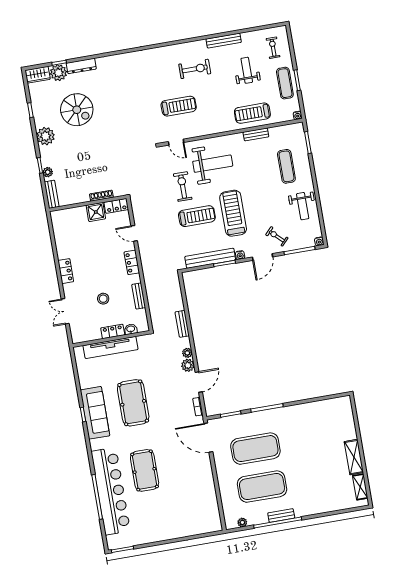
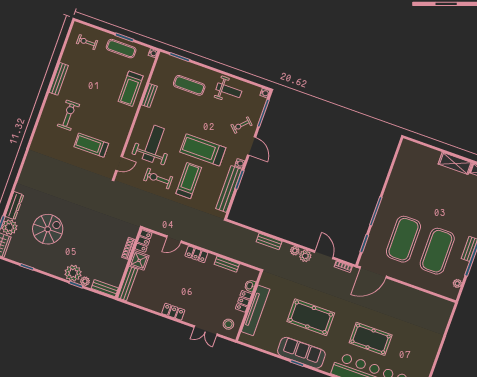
weight bench: (247, 70) -> (93, 74), removed
treadmill: (179, 106) -> (91, 145), turned -90
plant: (46, 136) -> (73, 273), moved
bench: (68, 213) -> (128, 284), added
stool: (103, 299) -> (228, 324), moved

